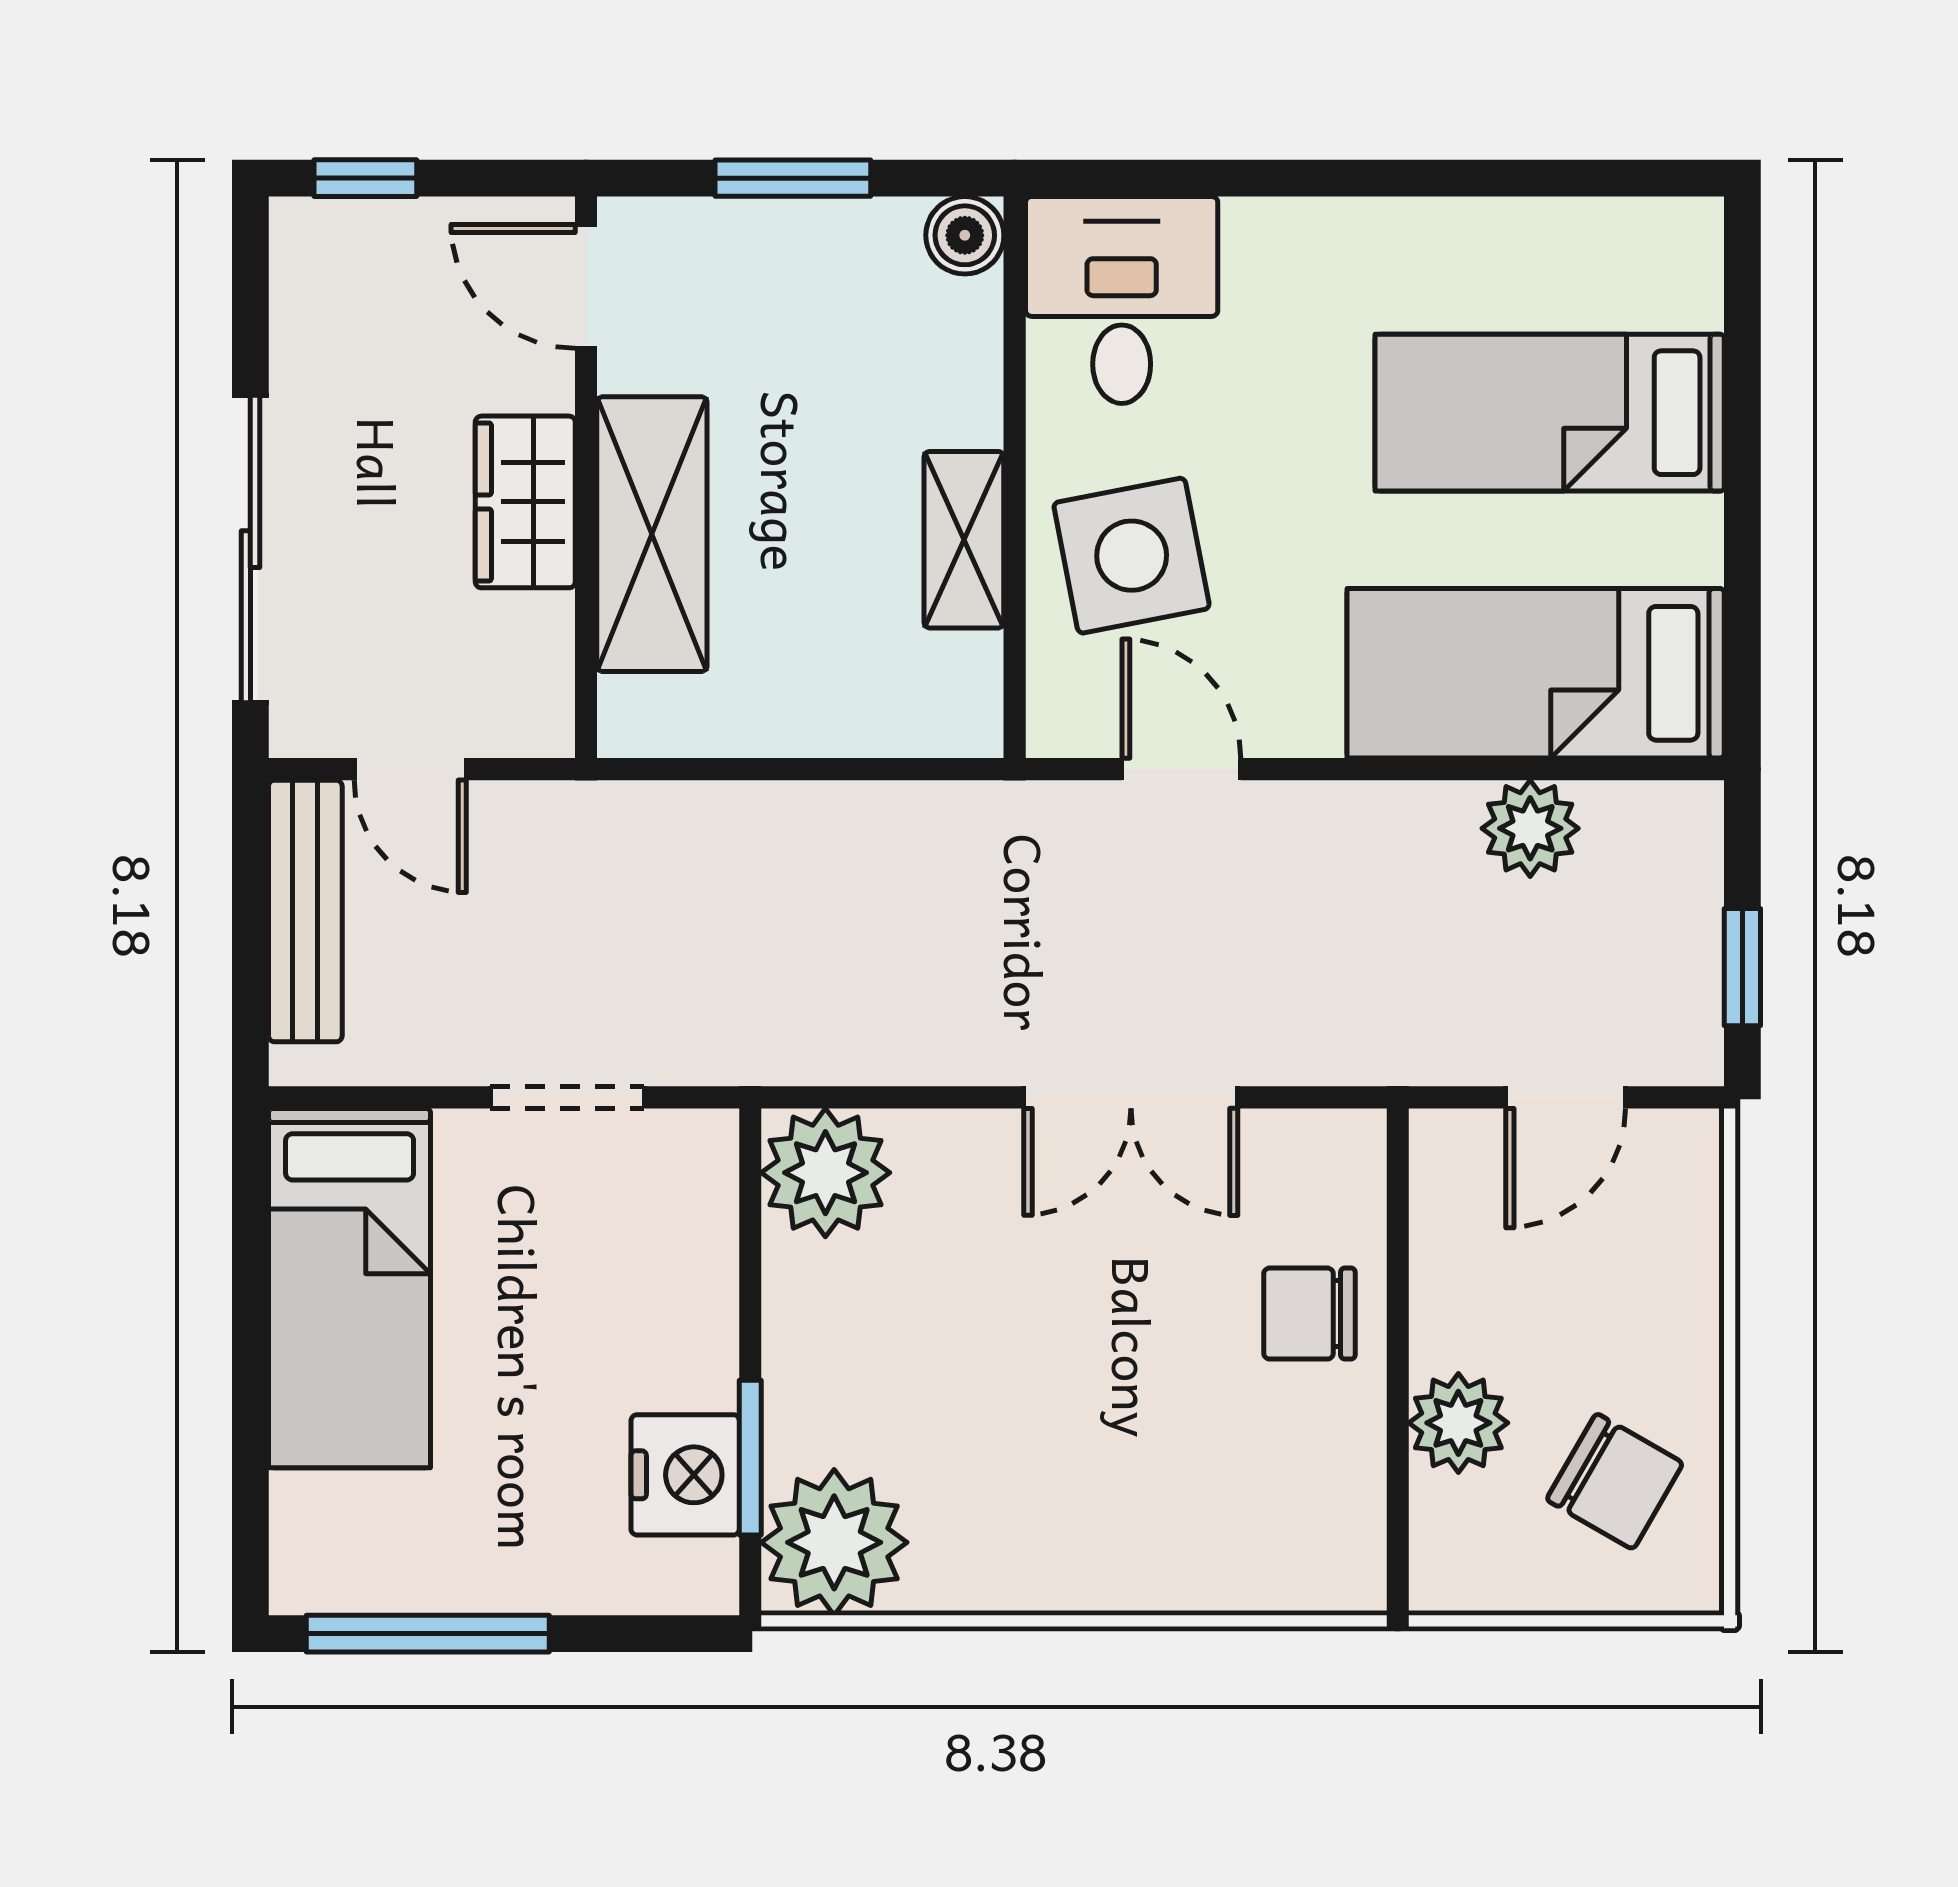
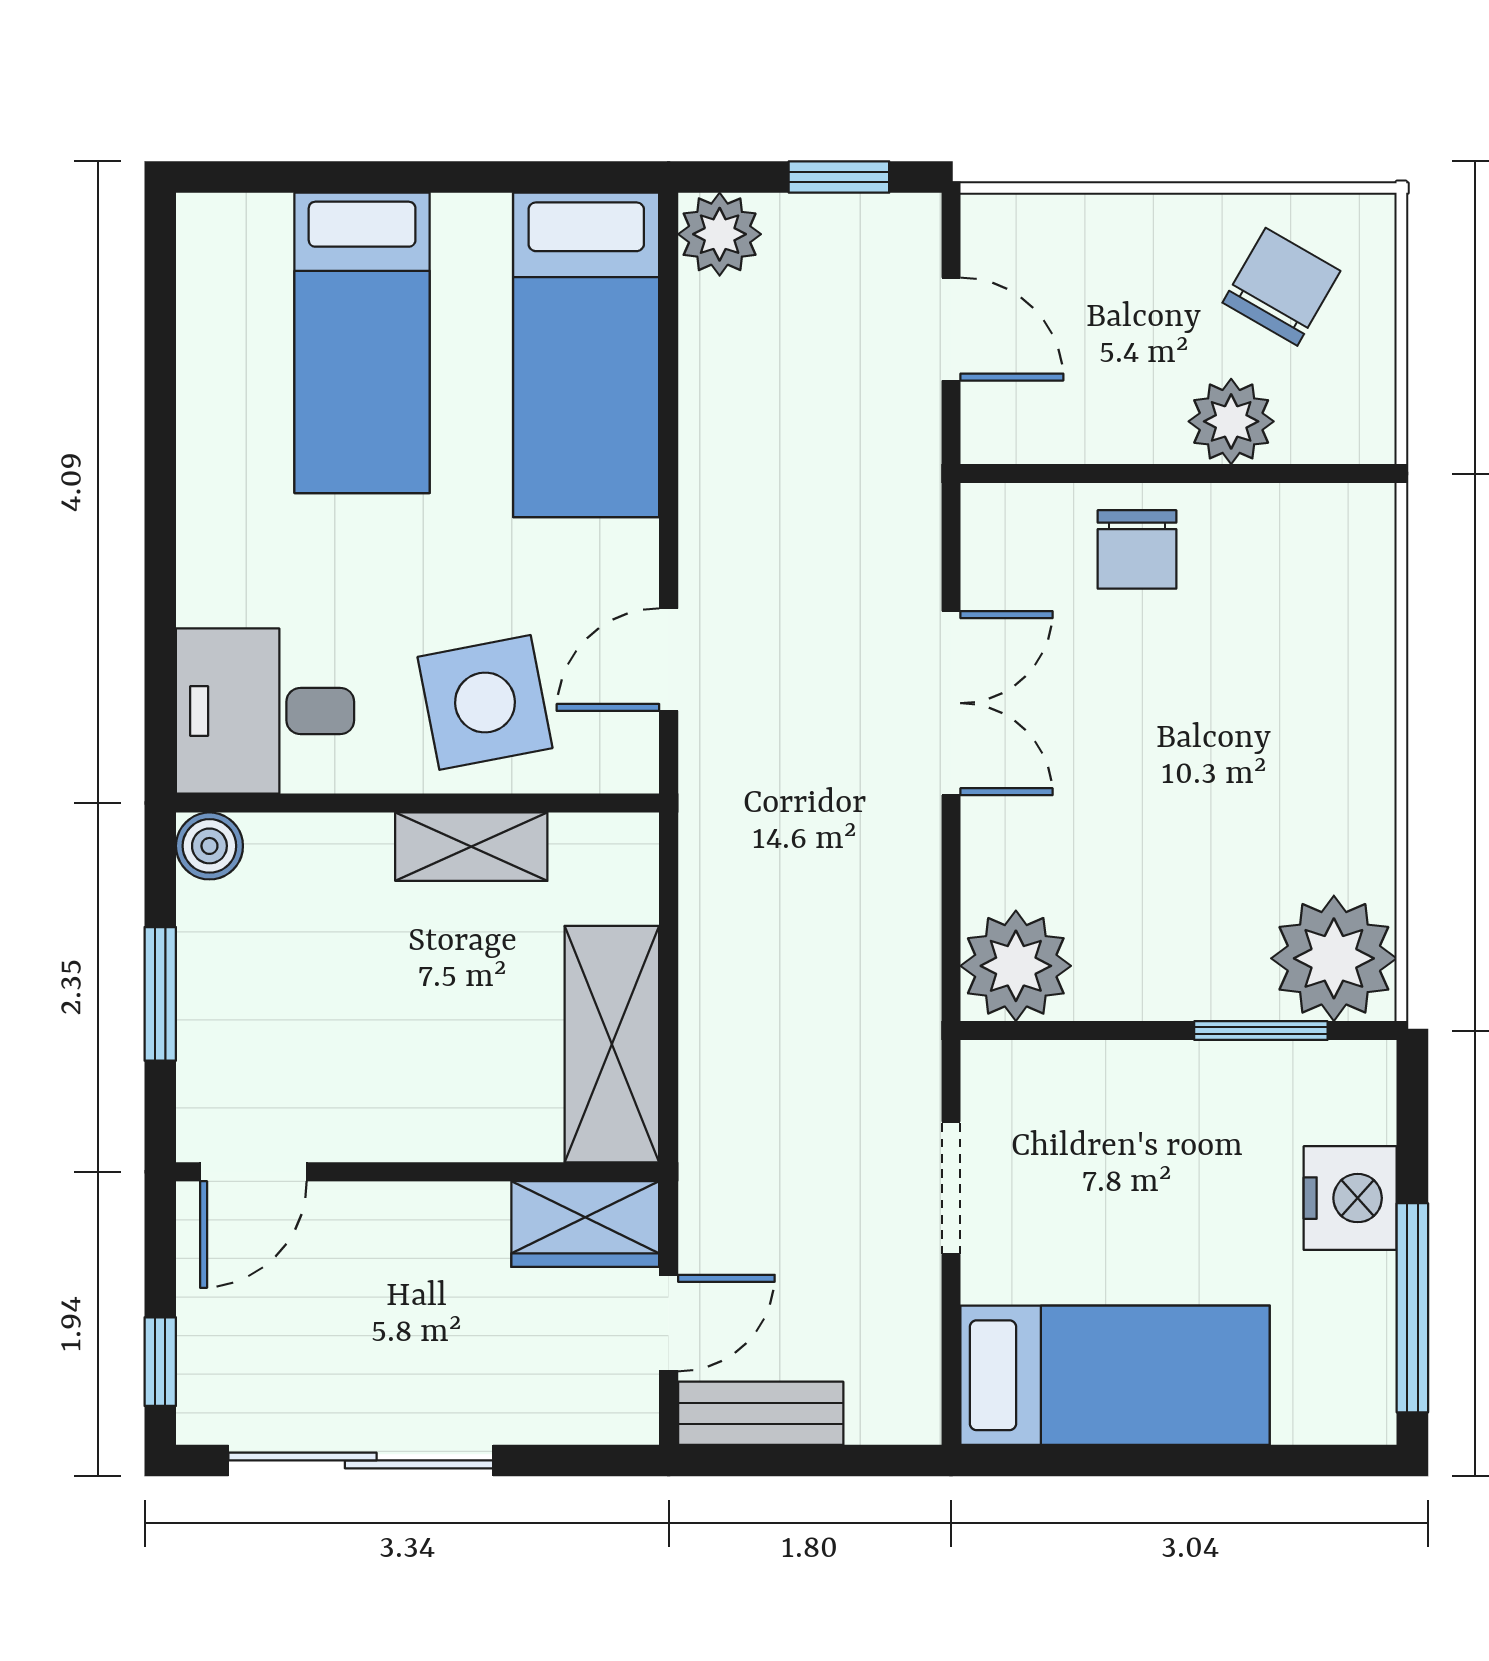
wardrobe: (525, 502) -> (585, 1224), moved
shelving: (652, 534) -> (612, 1044), moved, turned 90
sliding door: (250, 549) -> (361, 1460), moved
plant: (1530, 828) -> (720, 234), moved
bench: (305, 911) -> (761, 1413), width x0.73
nightstand: (685, 1475) -> (1350, 1198), moved, turned 90

